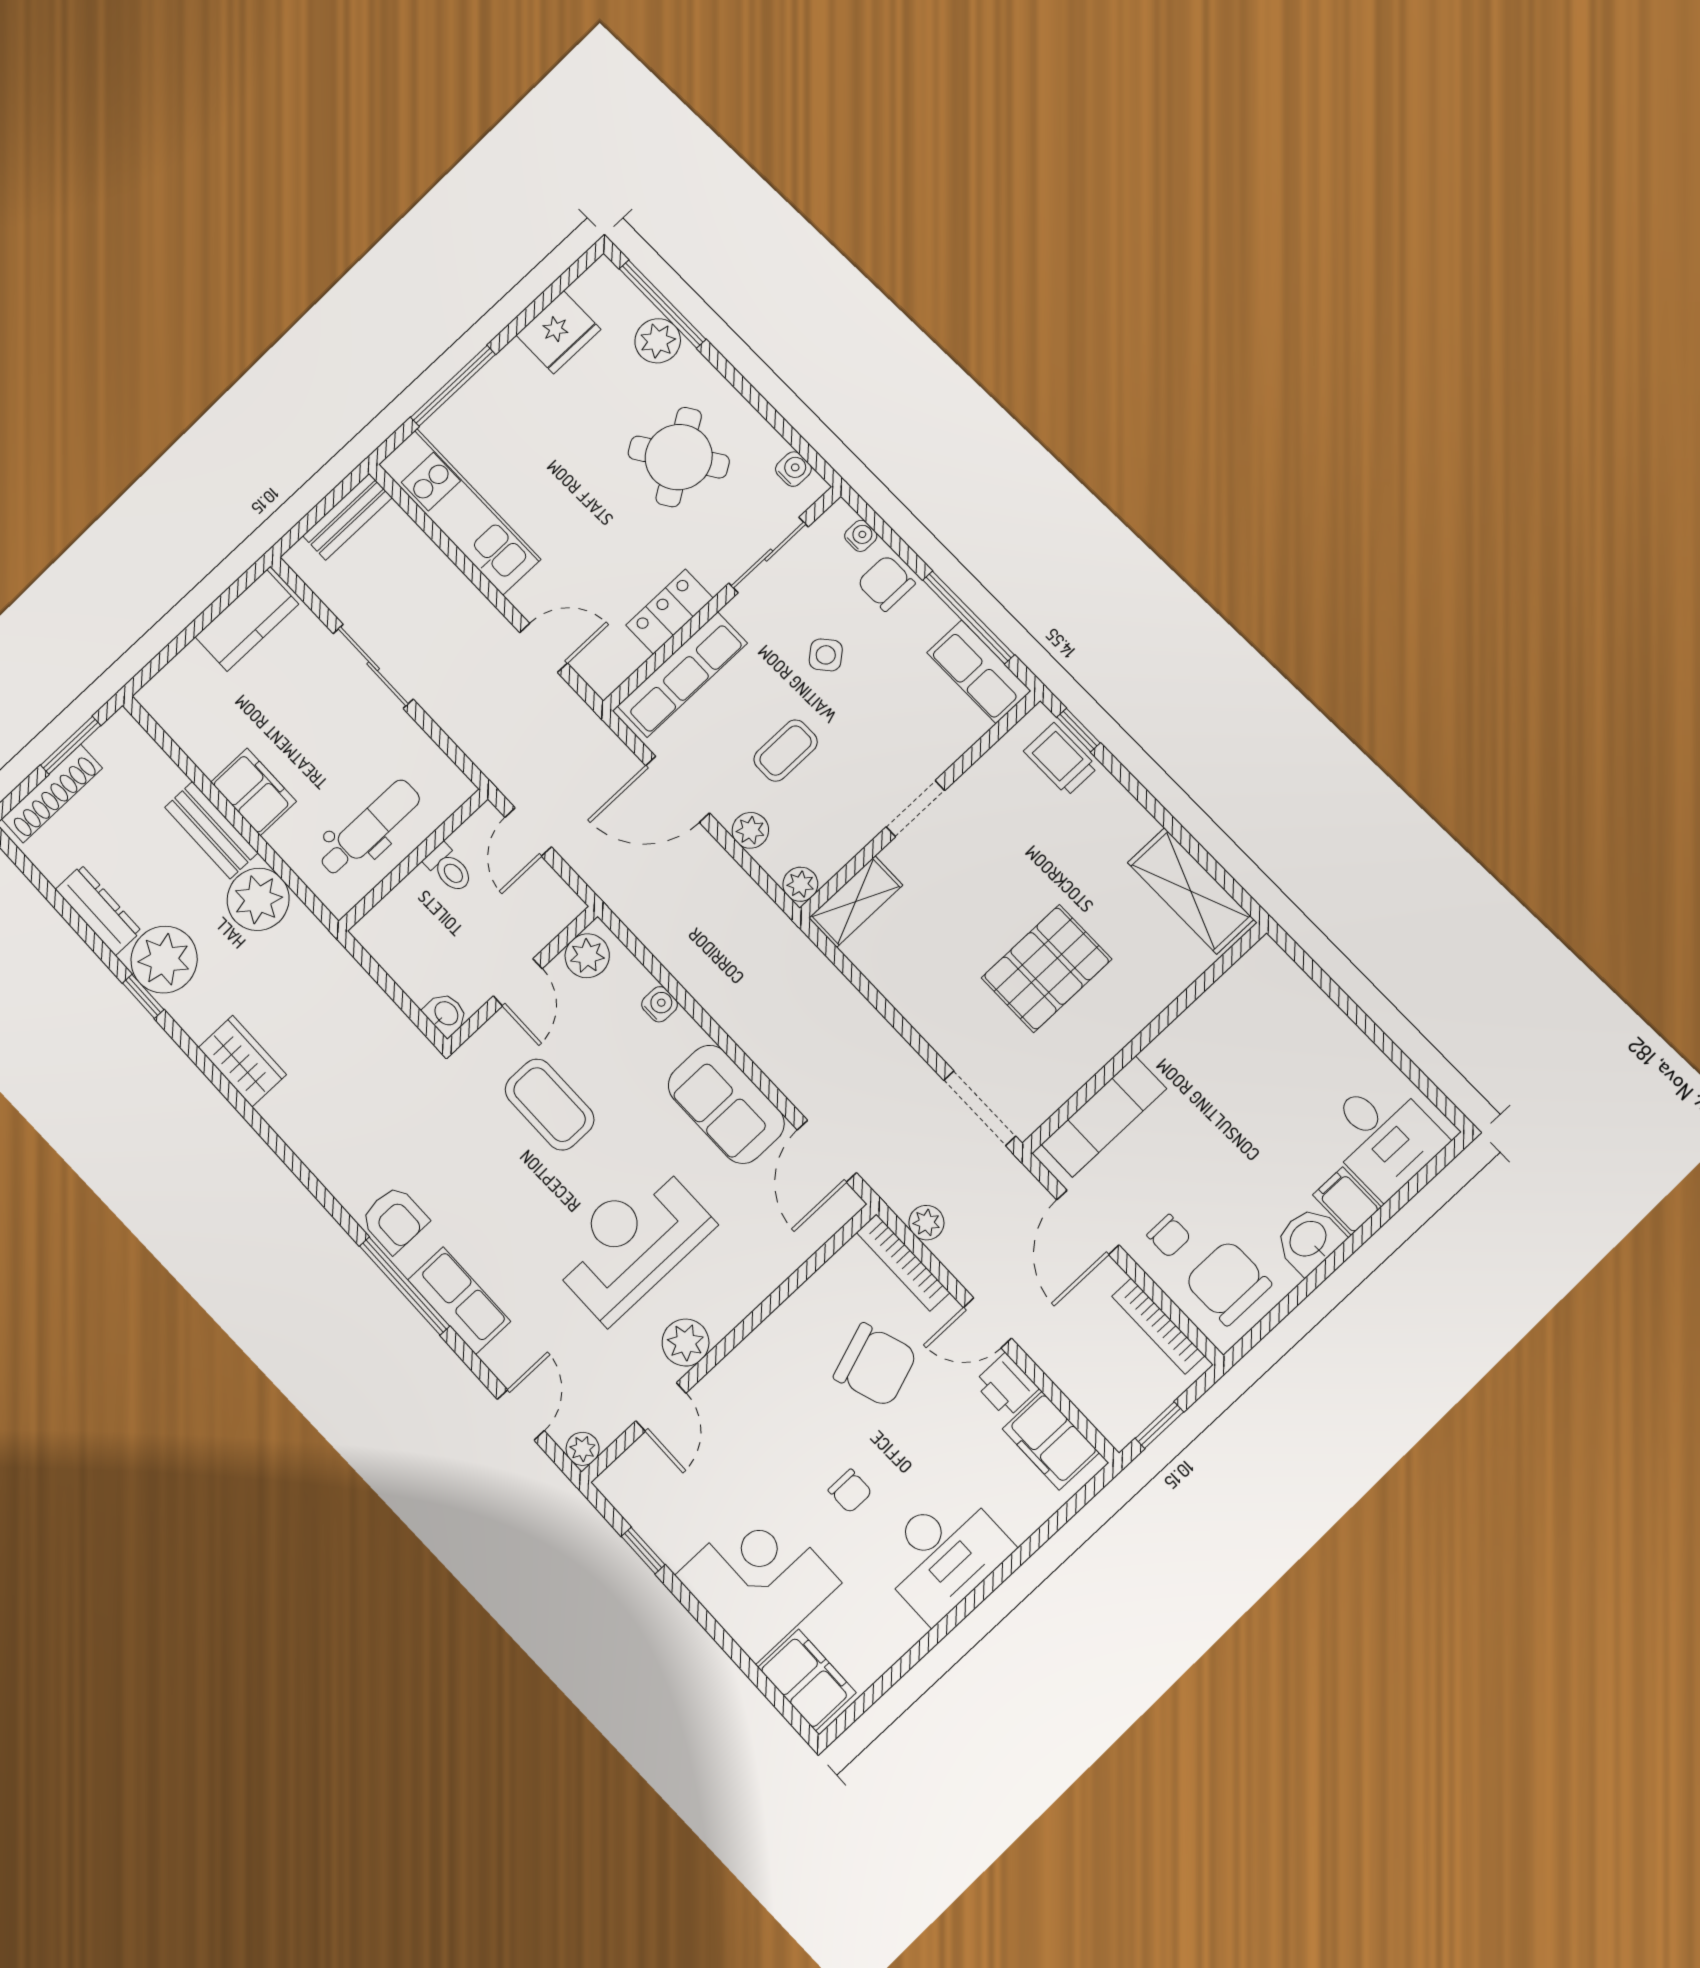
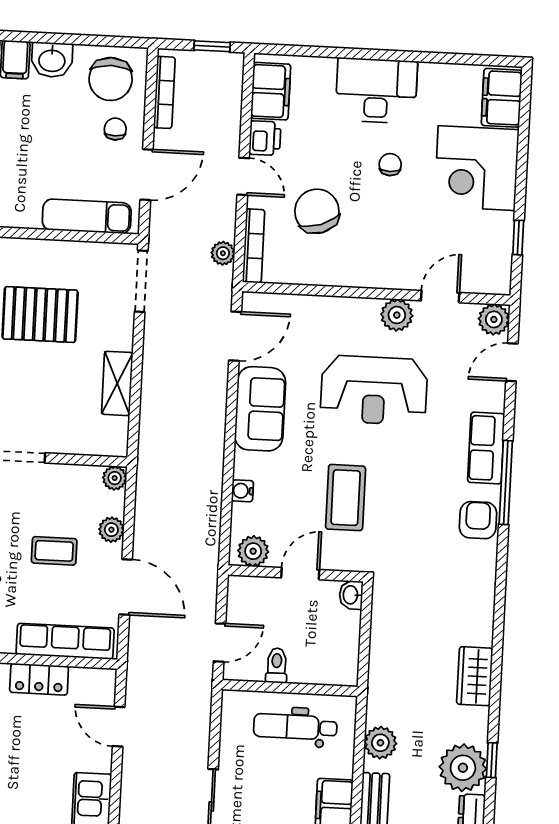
plant: (258, 899) -> (380, 743), width x0.73, depth x0.73
shelving: (856, 902) -> (117, 383), moved, turned 90
plant: (583, 1449) -> (494, 319), width x1.38, depth x1.38

